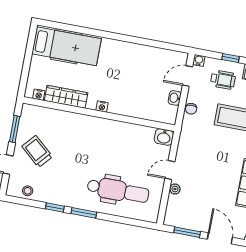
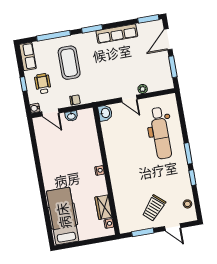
wardrobe: (66, 97) -> (103, 207), width x0.67
dental chair: (118, 191) -> (161, 133), turned 180

